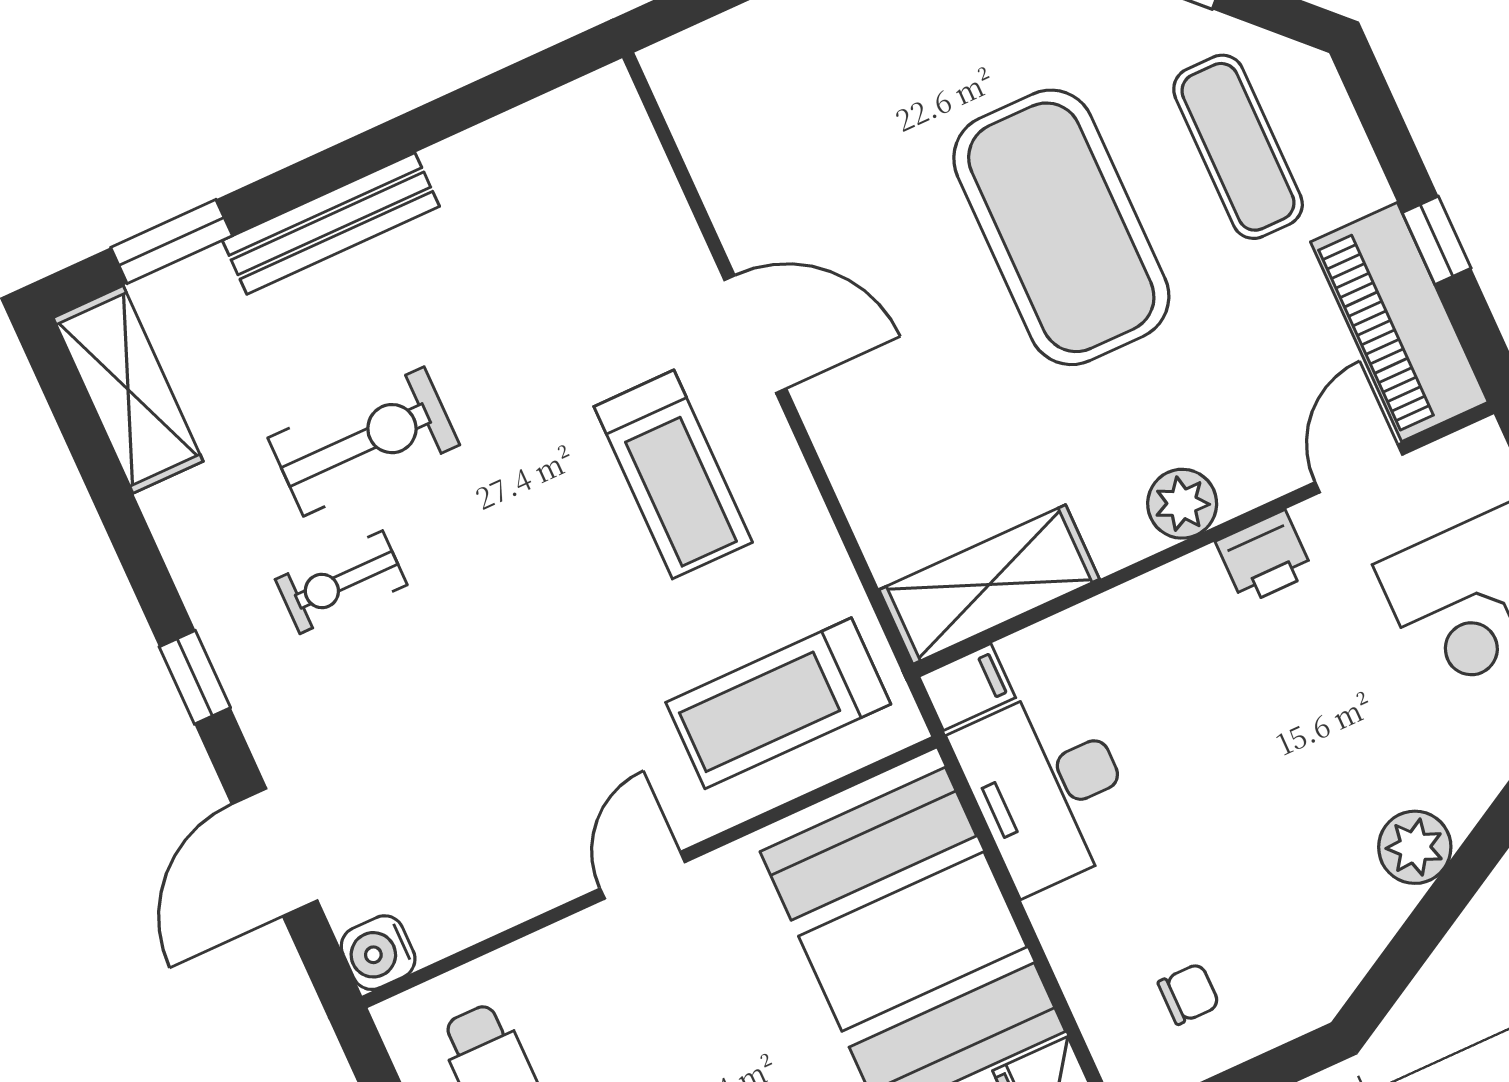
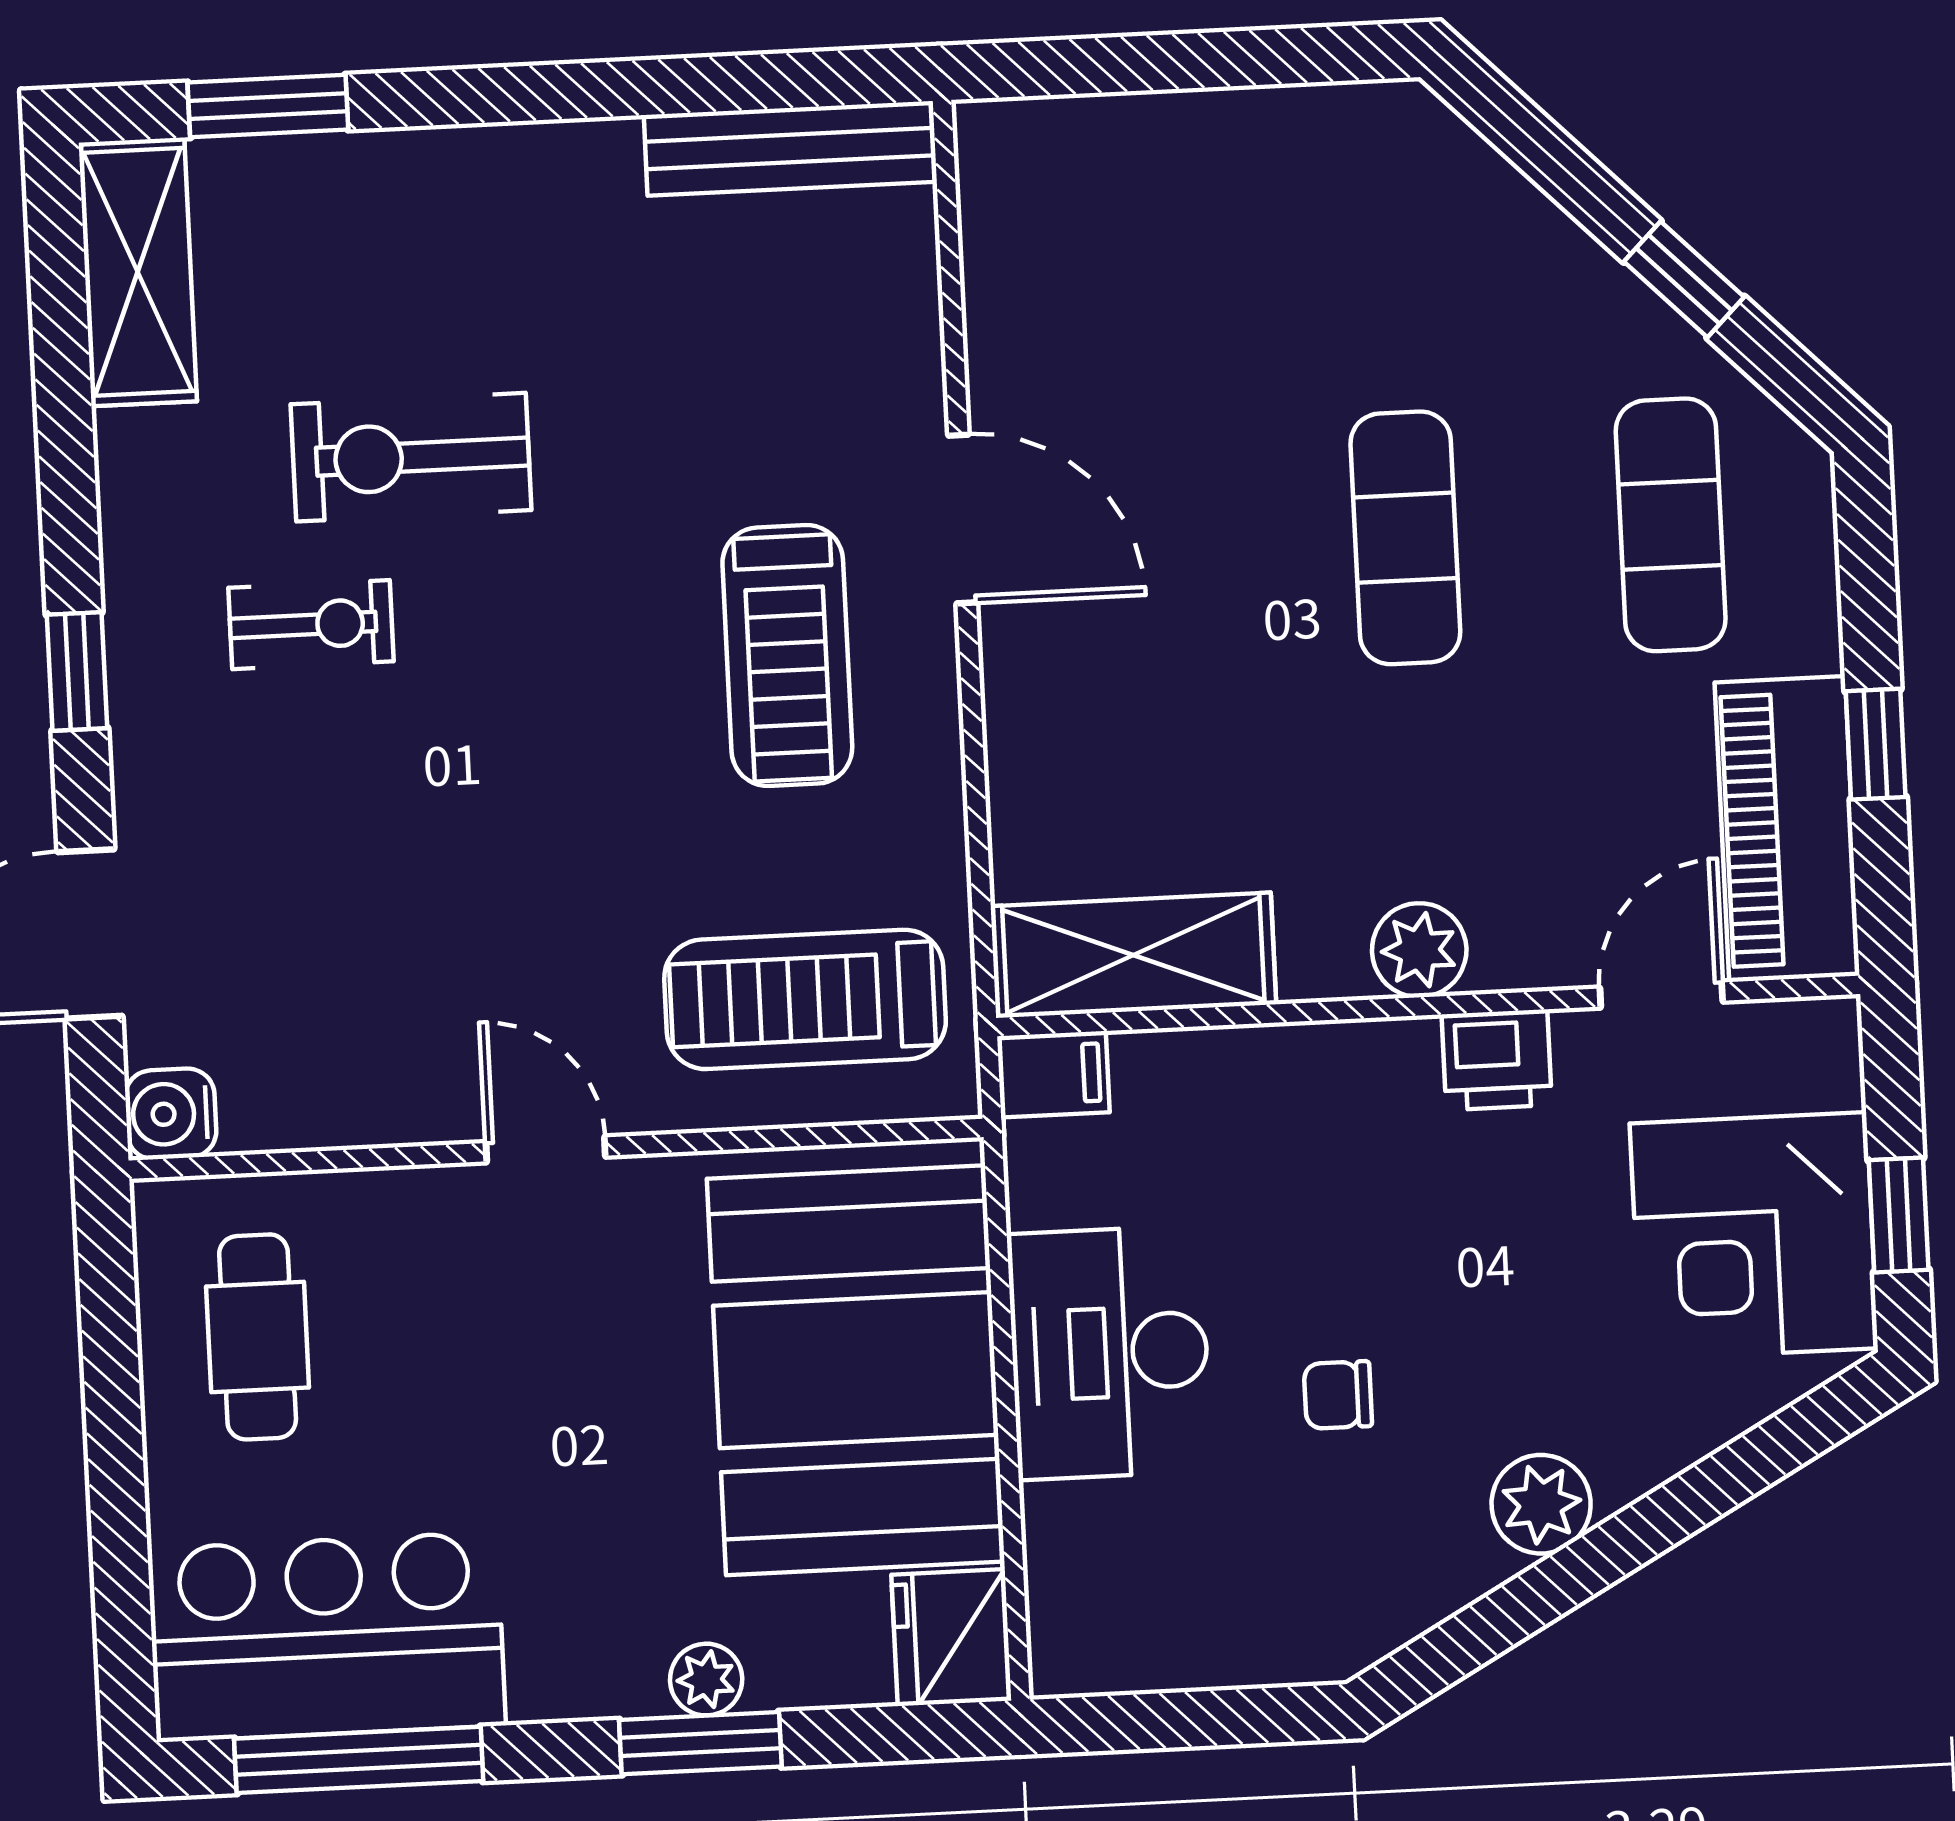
bench: (331, 223) -> (790, 148), moved
exercise mat: (1061, 227) -> (1405, 538), width x0.50, depth x0.69
exercise bike: (364, 441) -> (411, 457), turned 180
exercise bike: (341, 582) -> (311, 625), turned 180
desk: (1047, 788) -> (1110, 1353), moved
door: (642, 875) -> (546, 1149), hinge flipped
chair: (1189, 994) -> (1338, 1395), moved, turned 180

